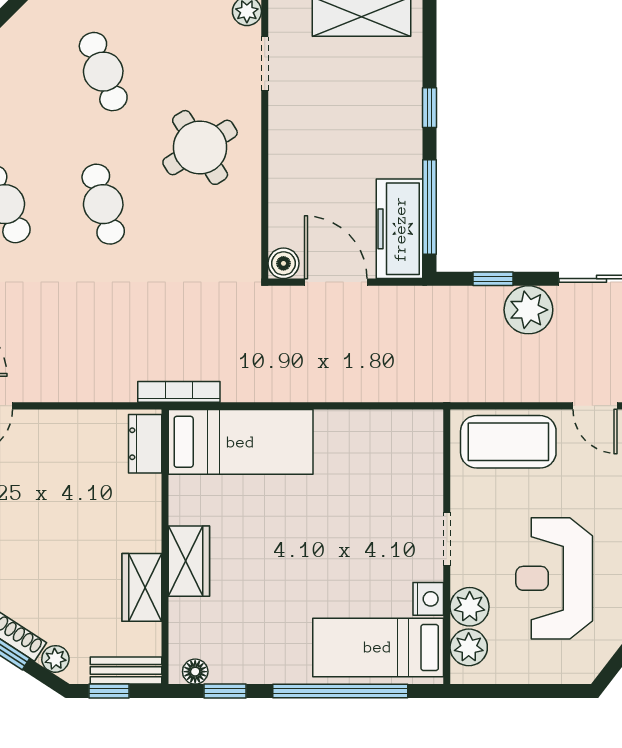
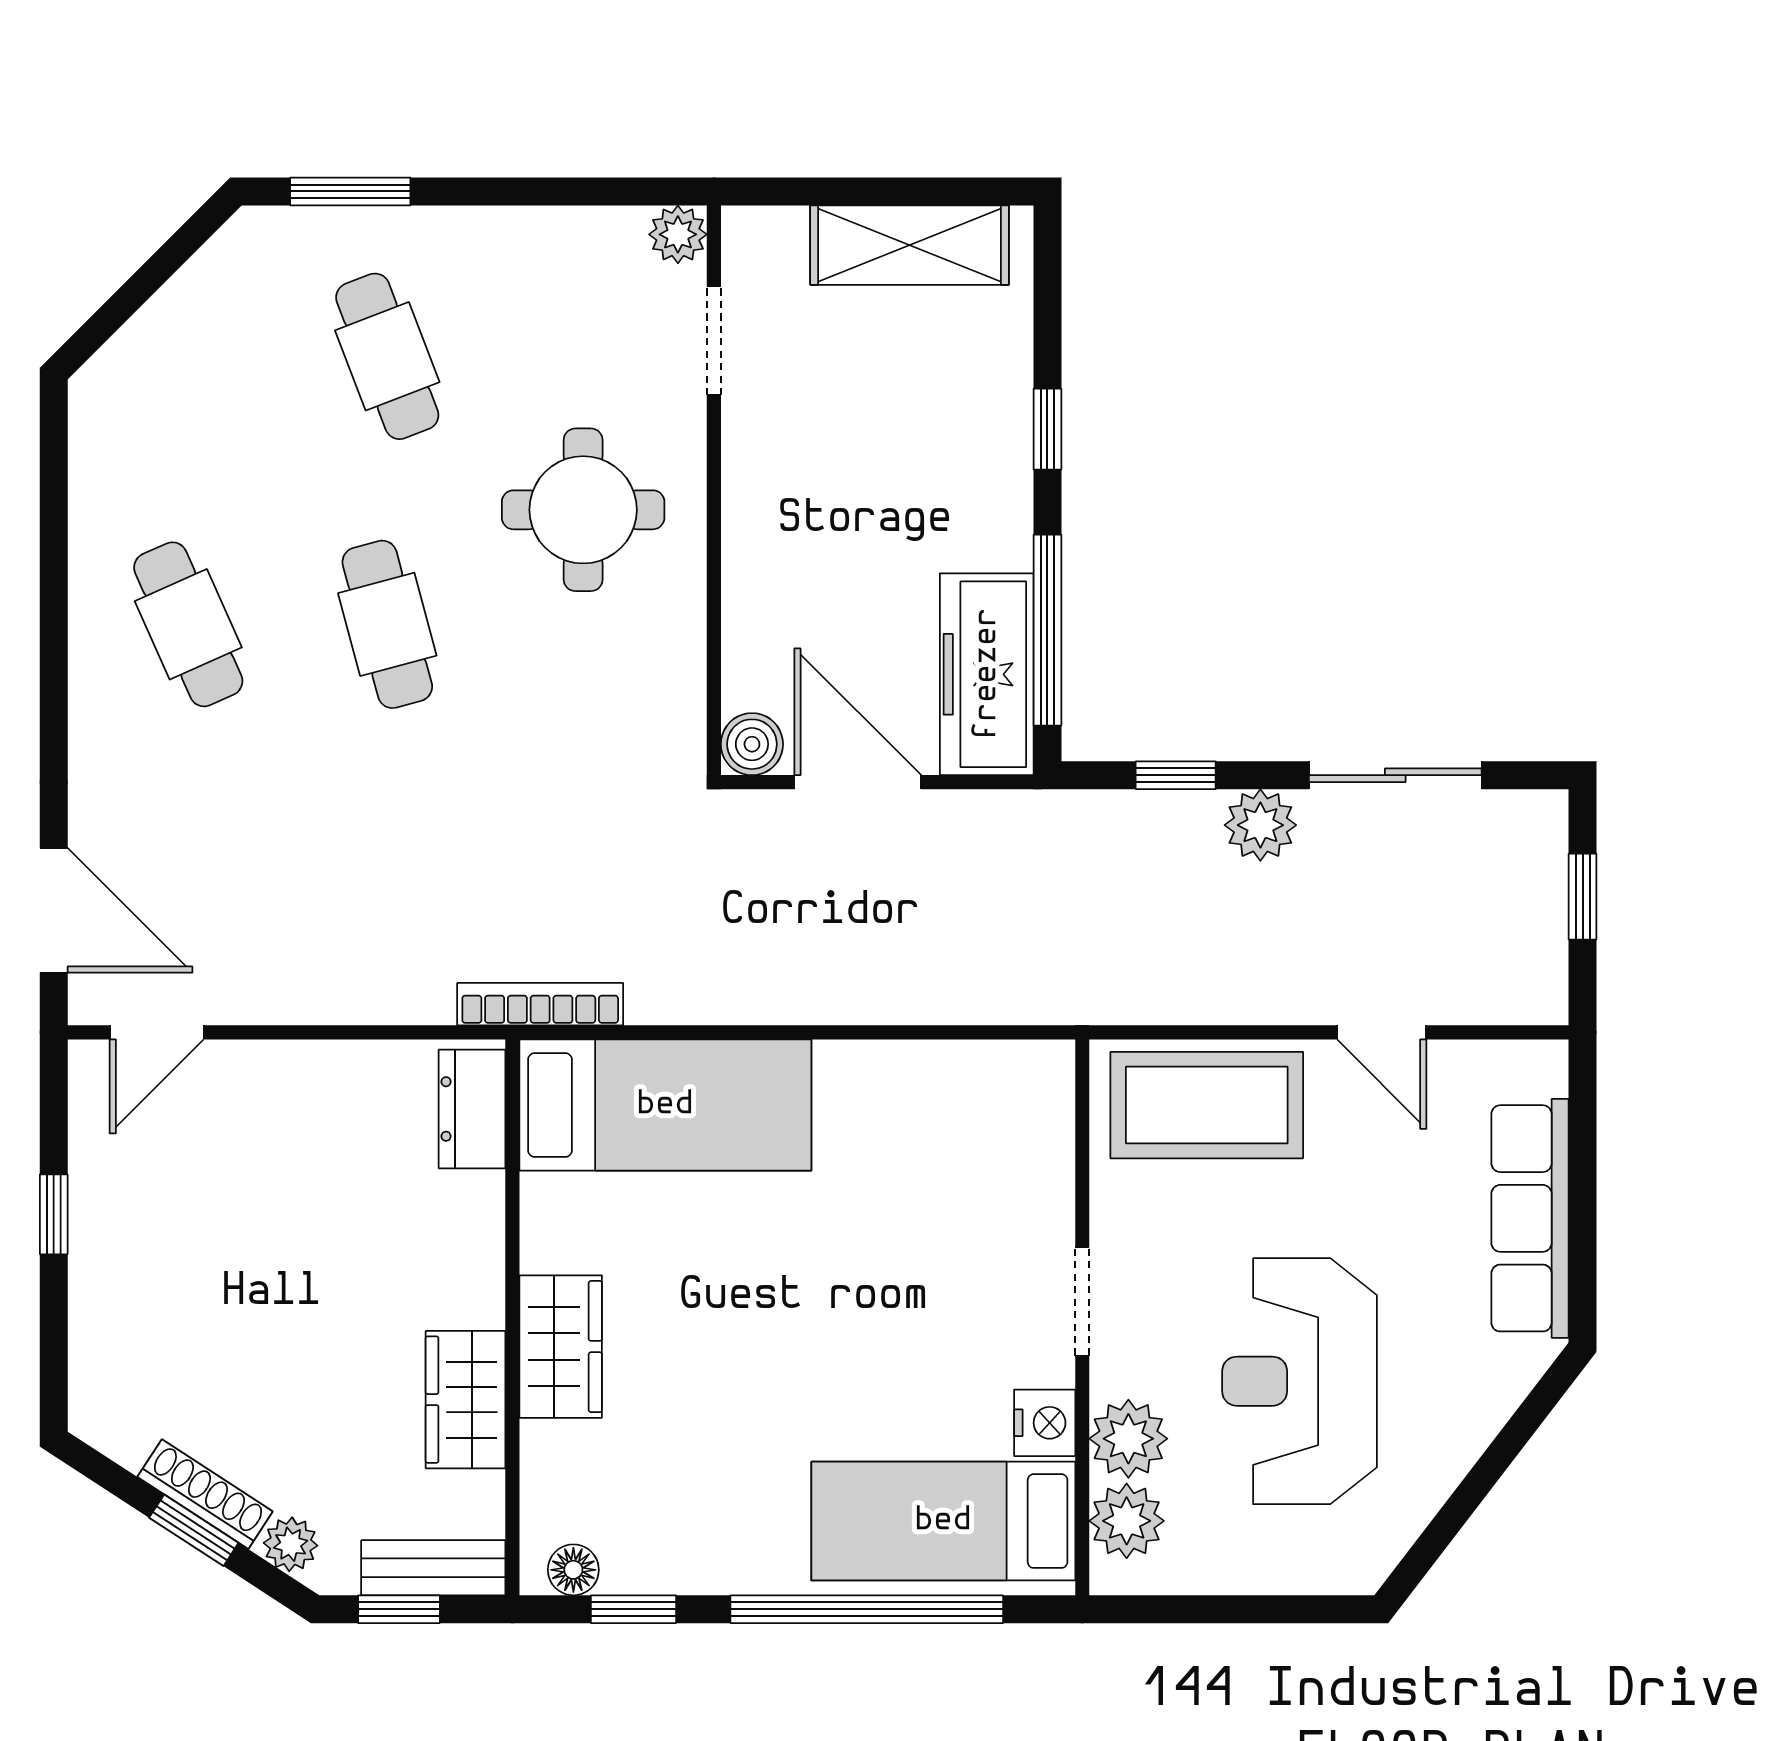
round table: (200, 147) -> (583, 510), turned 32
plant: (528, 310) -> (1260, 825), width x0.73, depth x0.73

